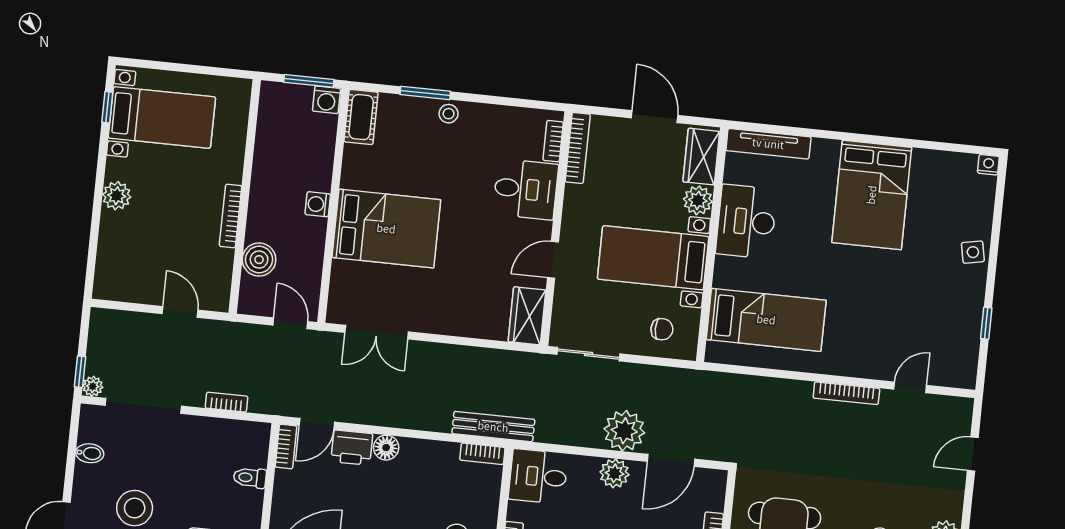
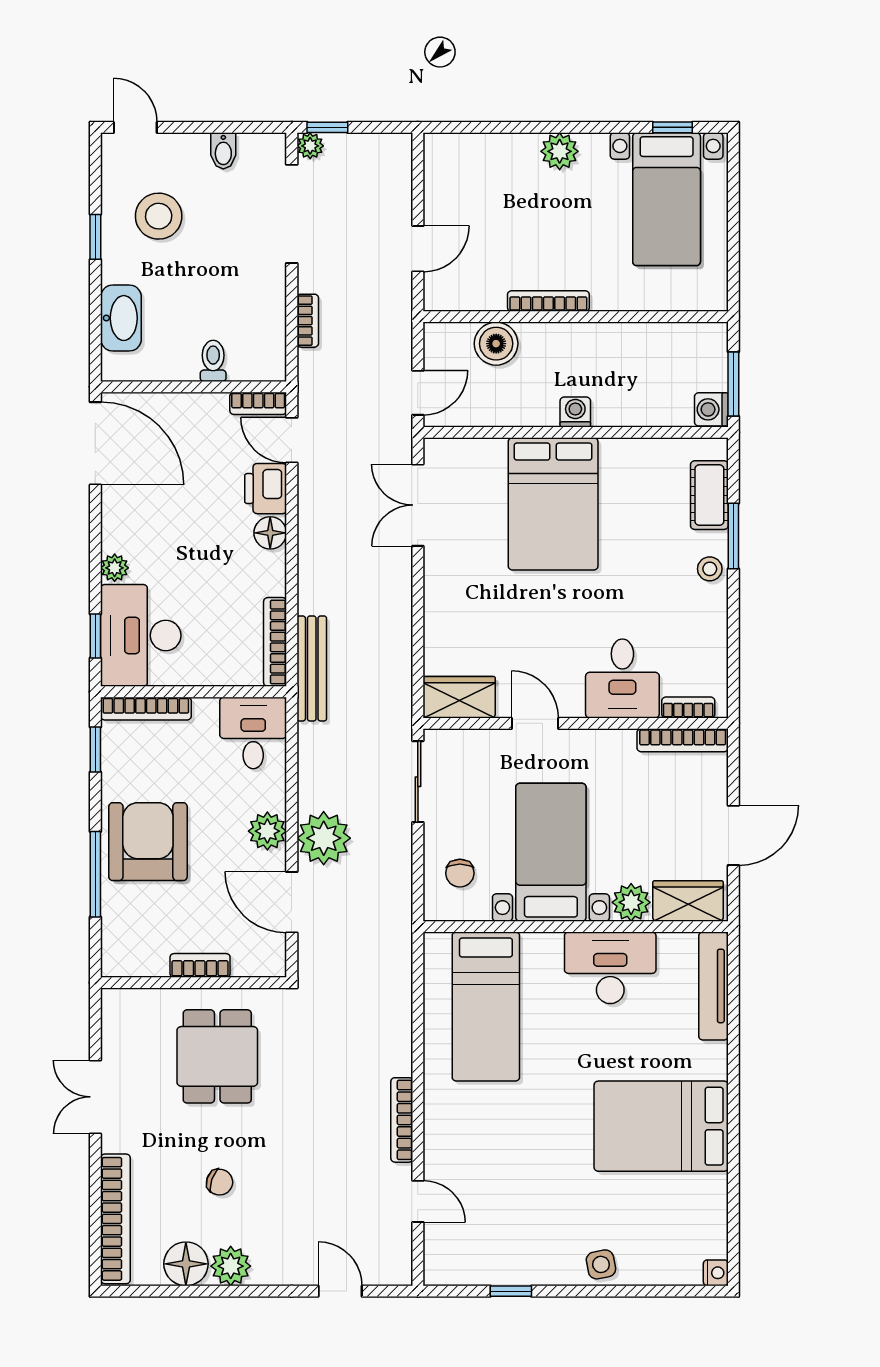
cot: (361, 117) -> (709, 495), moved, turned 90
bookcase: (482, 454) -> (275, 642), width x1.56

